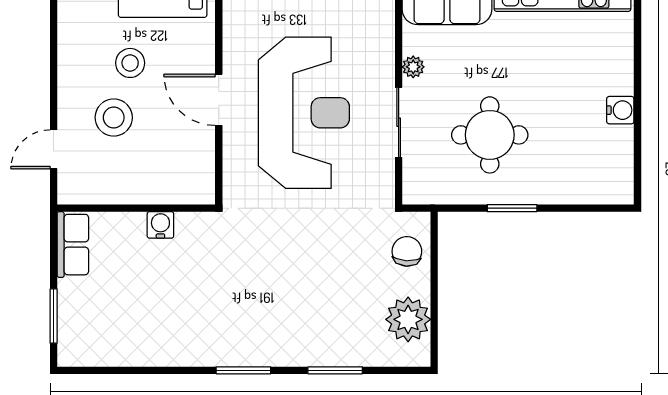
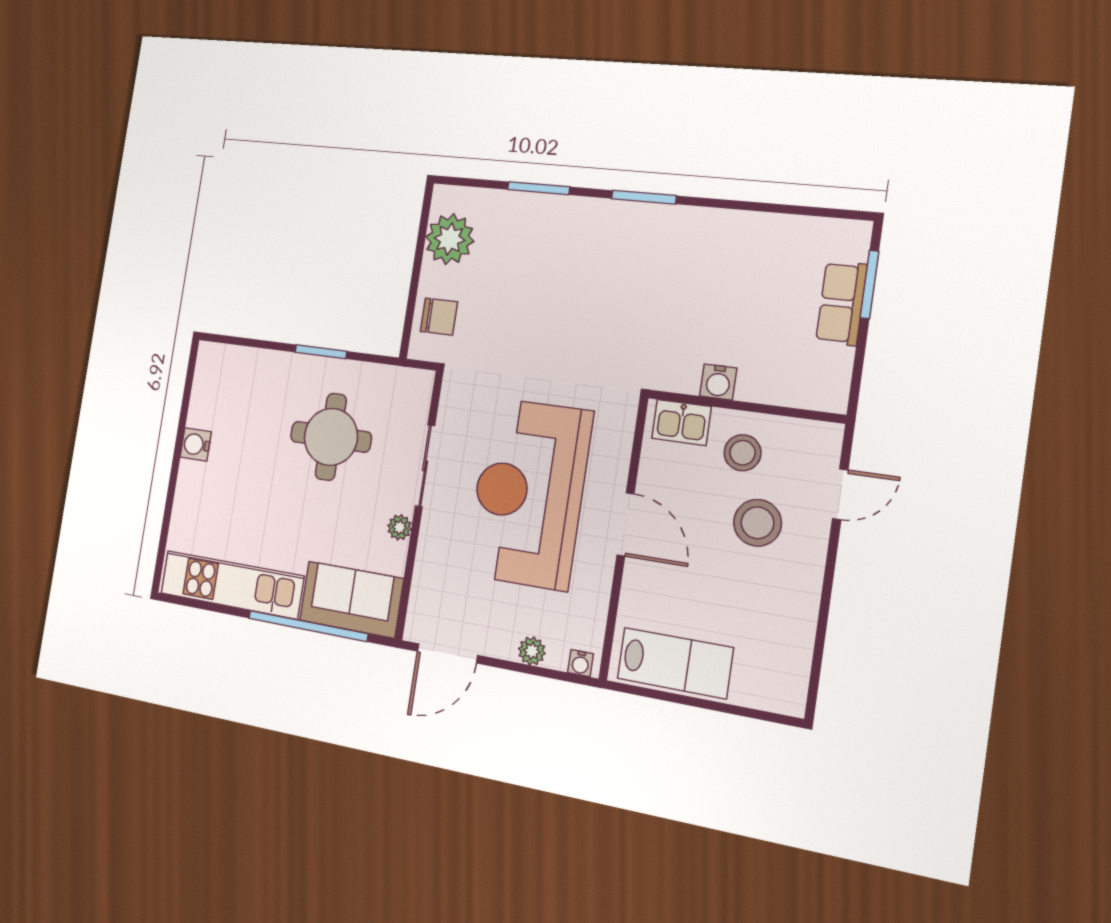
stool: (130, 63) -> (743, 453), moved
kitchen sink: (185, 188) -> (681, 423), added
row of seats: (73, 245) -> (842, 303), moved
chair: (407, 251) -> (439, 317), turned -93

